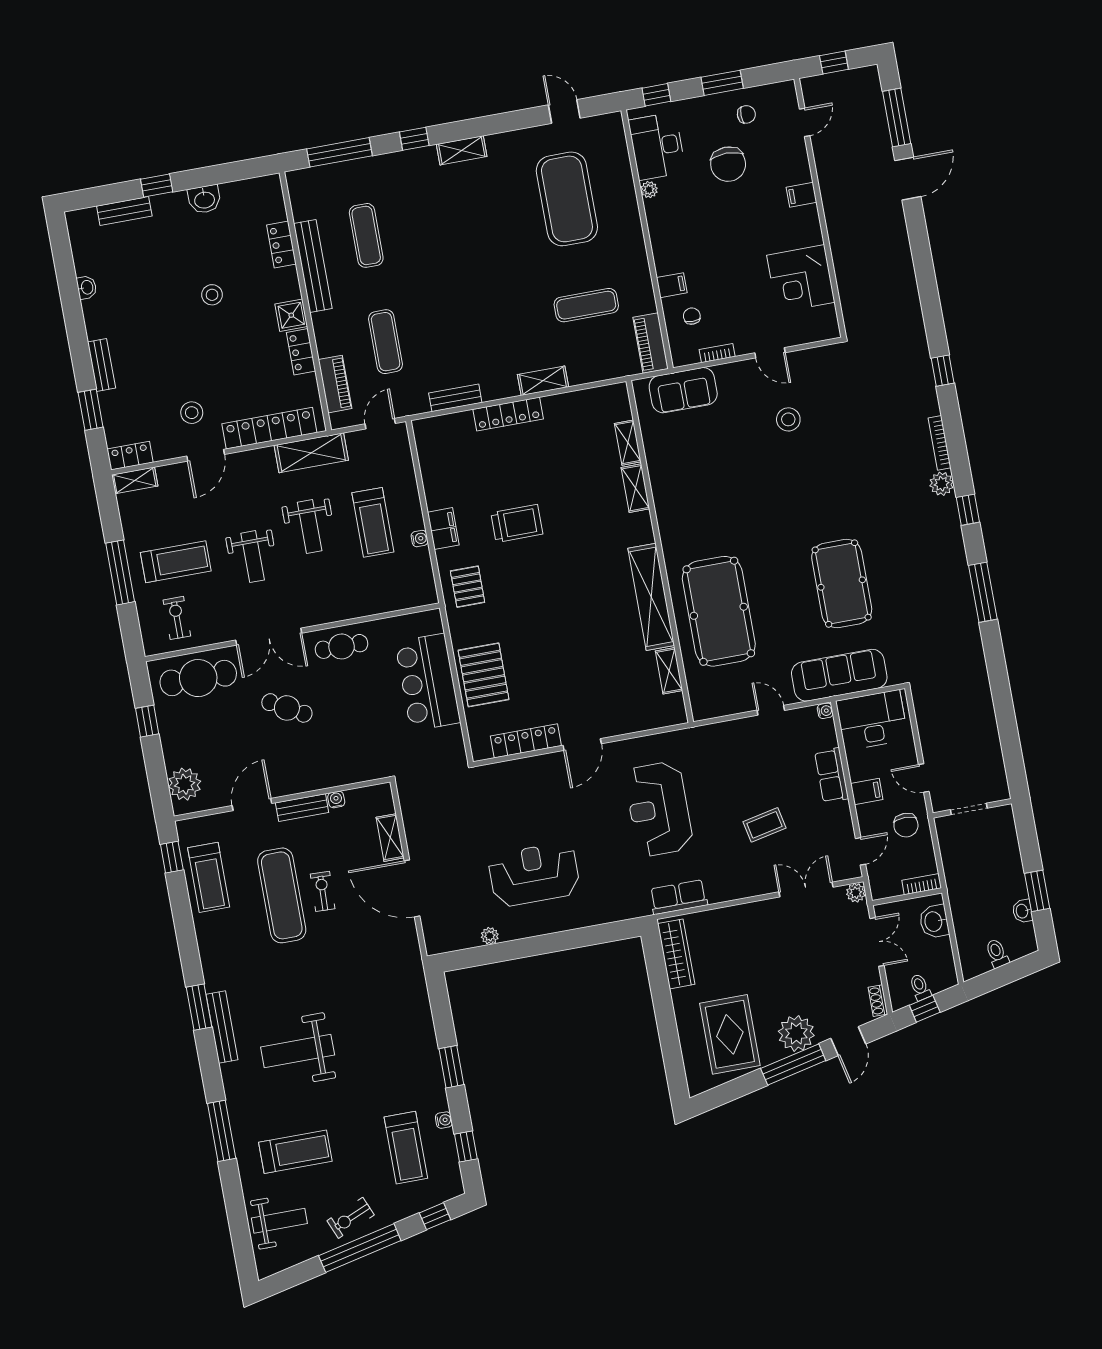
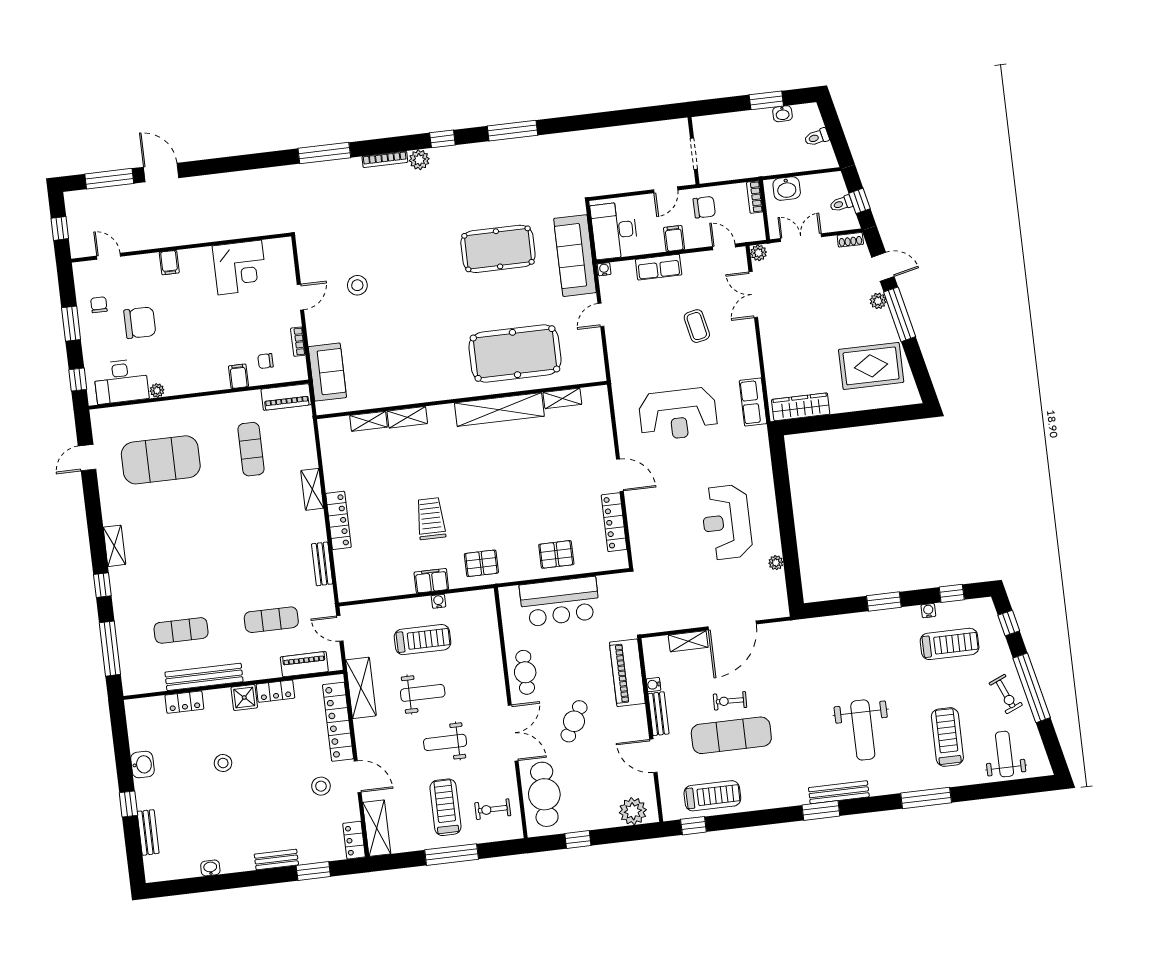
window: (943, 371) -> (324, 153), width x2.17
shelving: (135, 480) -> (377, 828), width x1.50, depth x1.33
weight bench: (253, 557) -> (445, 742), turned 180
pallet: (484, 675) -> (556, 554), width x0.67, depth x0.71
piano: (348, 768) -> (627, 673), added
plant: (796, 1033) -> (878, 301), width x0.53, depth x0.53

